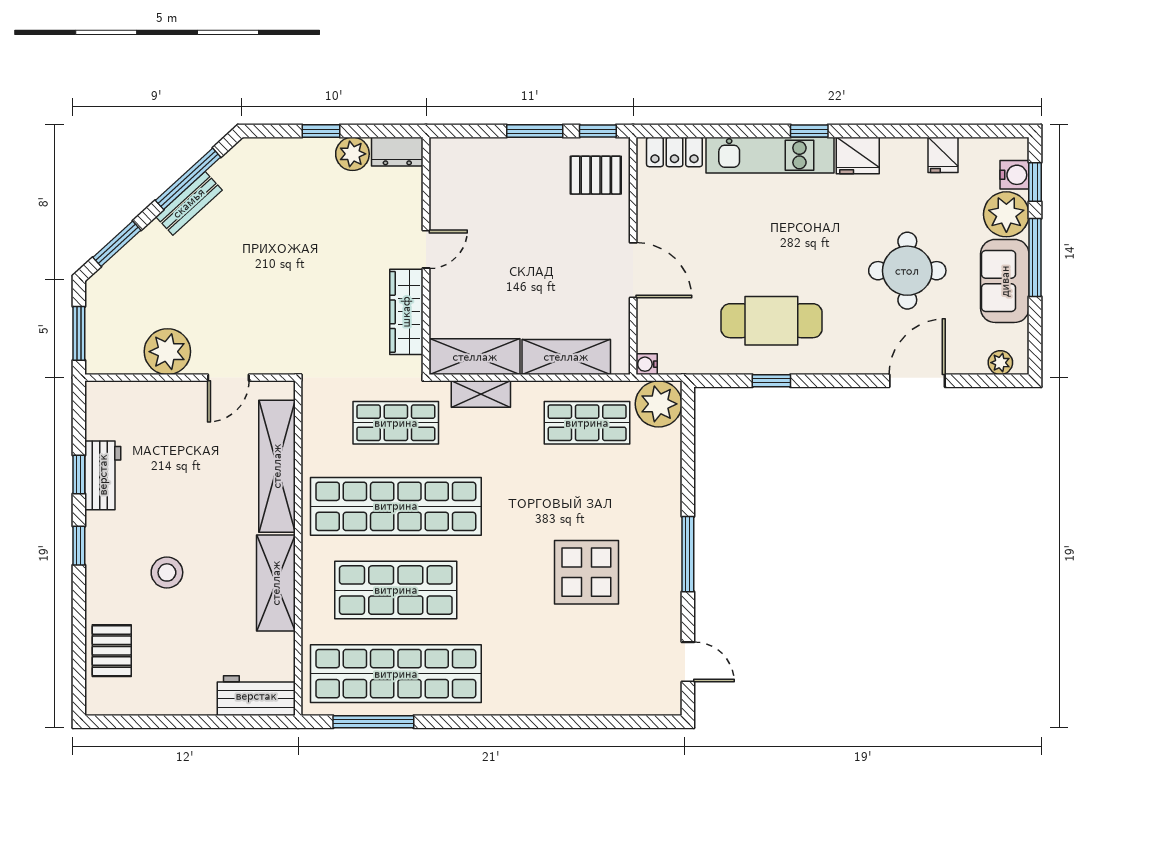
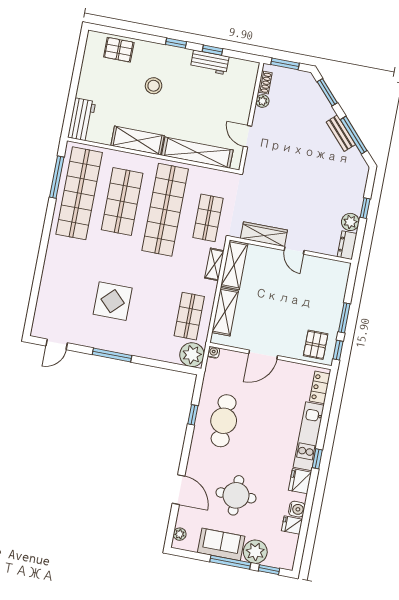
water cooler: (1015, 175) -> (297, 509), moved, turned -90
plant: (167, 352) -> (262, 101), width x0.53, depth x0.53
shoe rack: (121, 364) -> (265, 82), added

